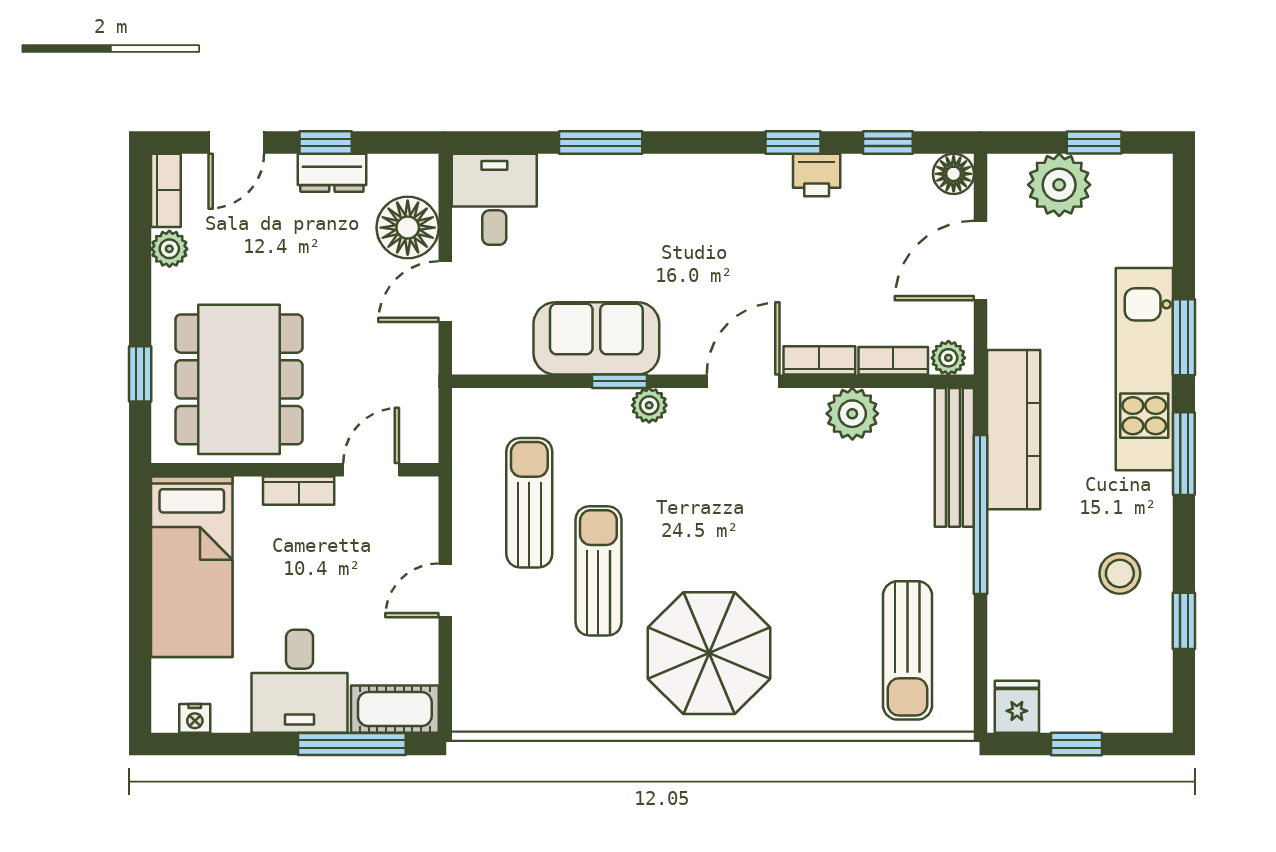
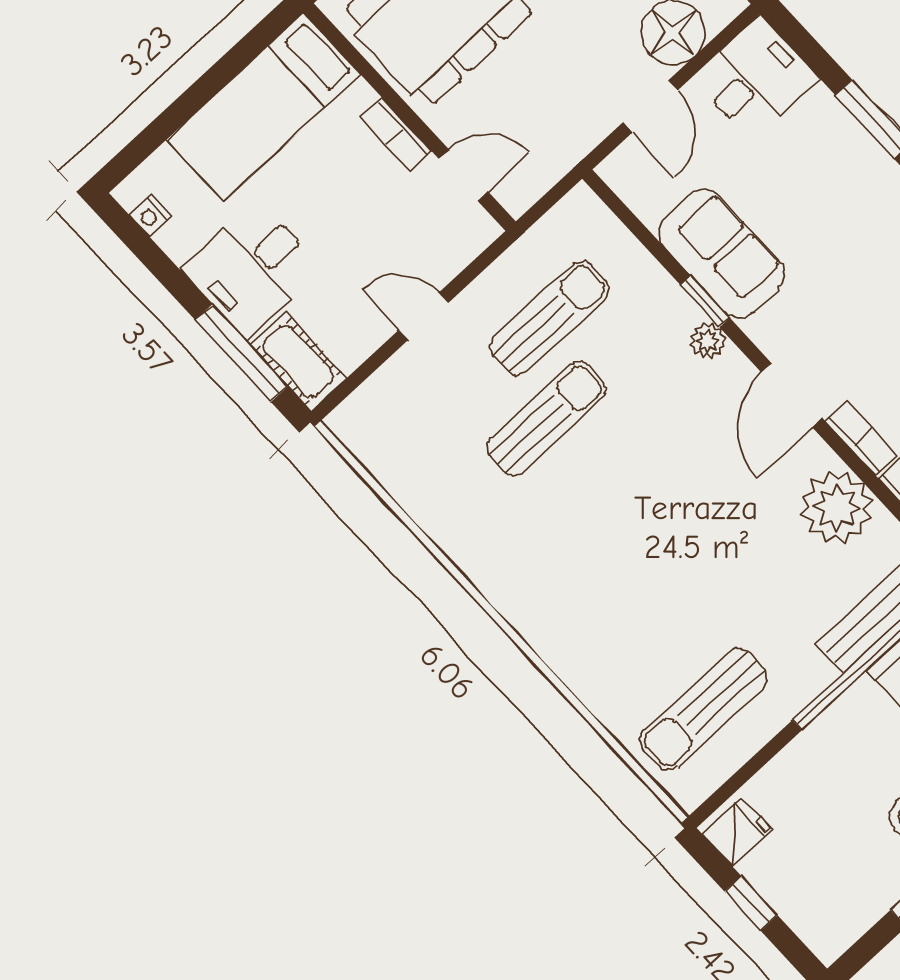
door: (445, 292) -> (651, 106), swing flipped
door: (743, 381) -> (792, 395), swing flipped
plant: (852, 414) -> (837, 508), width x1.36, depth x1.36
parasol: (709, 653) -> (562, 560), removed

